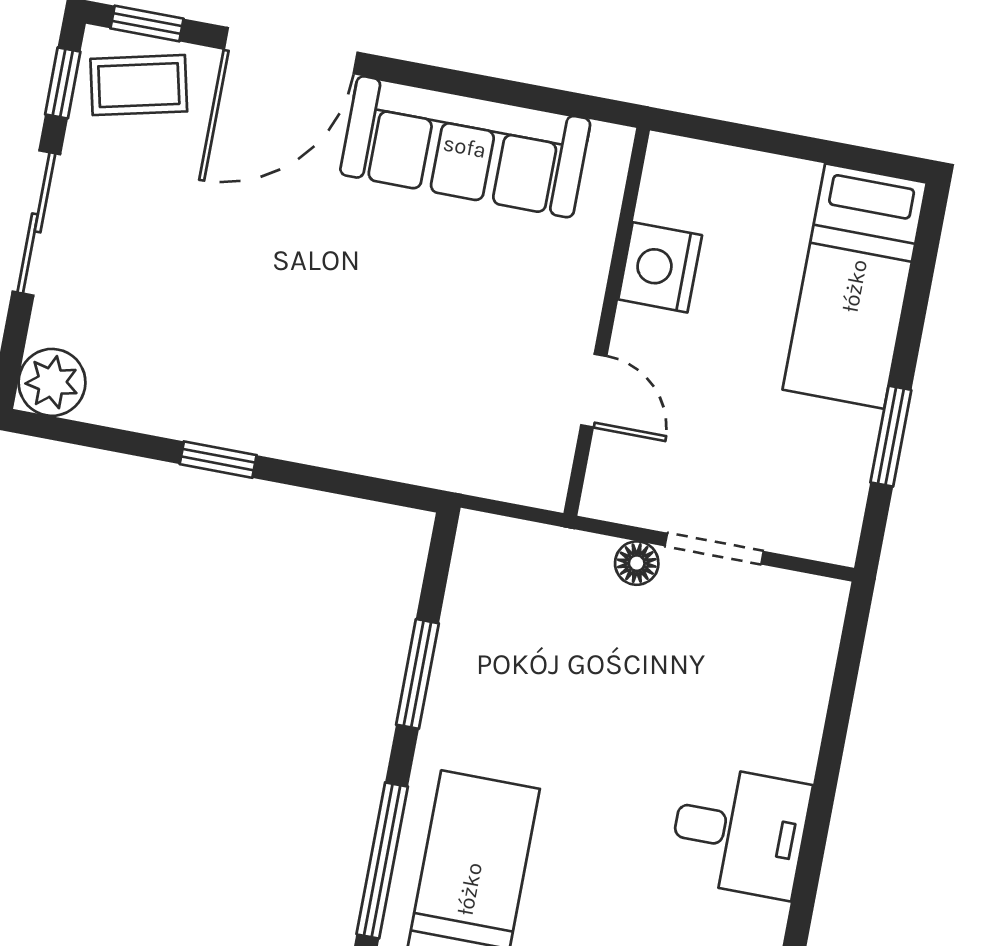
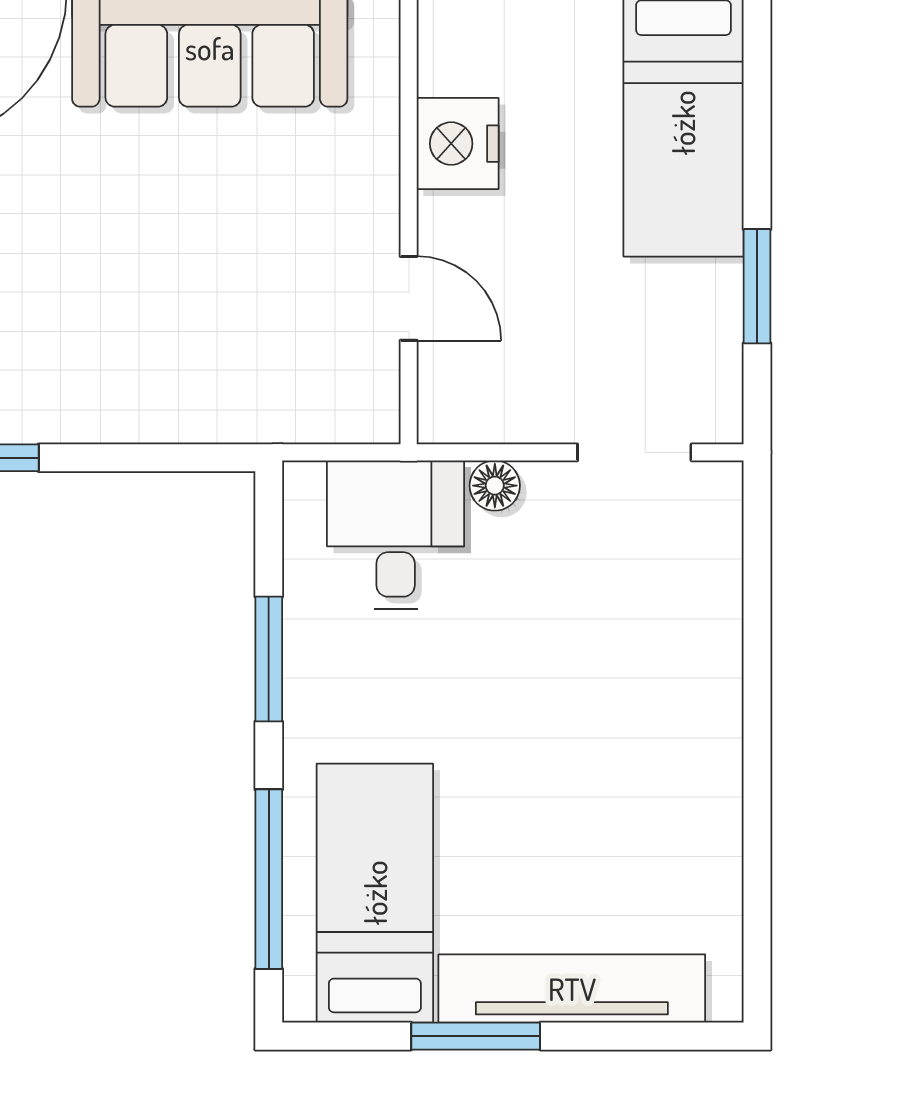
doorway: (714, 549) -> (634, 452), moved
desk: (739, 832) -> (396, 534), moved, turned -90

